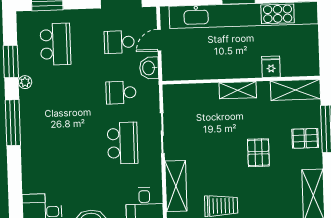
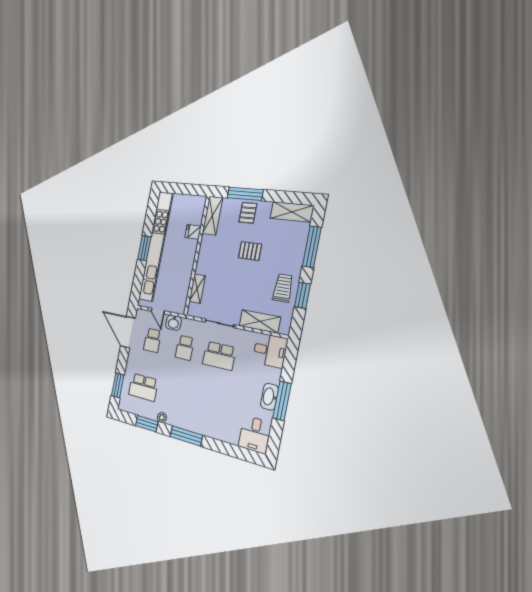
school desk: (55, 44) -> (143, 387), turned 180
shelving: (238, 90) -> (197, 289), moved
school desk: (123, 143) -> (219, 356), turned 180

